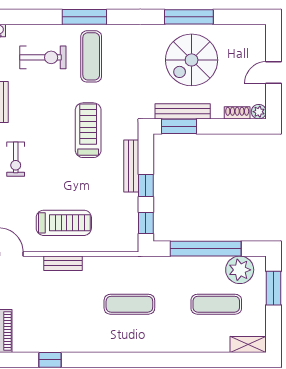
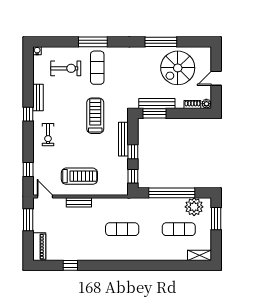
spiral stairs: (192, 60) -> (178, 68), moved

